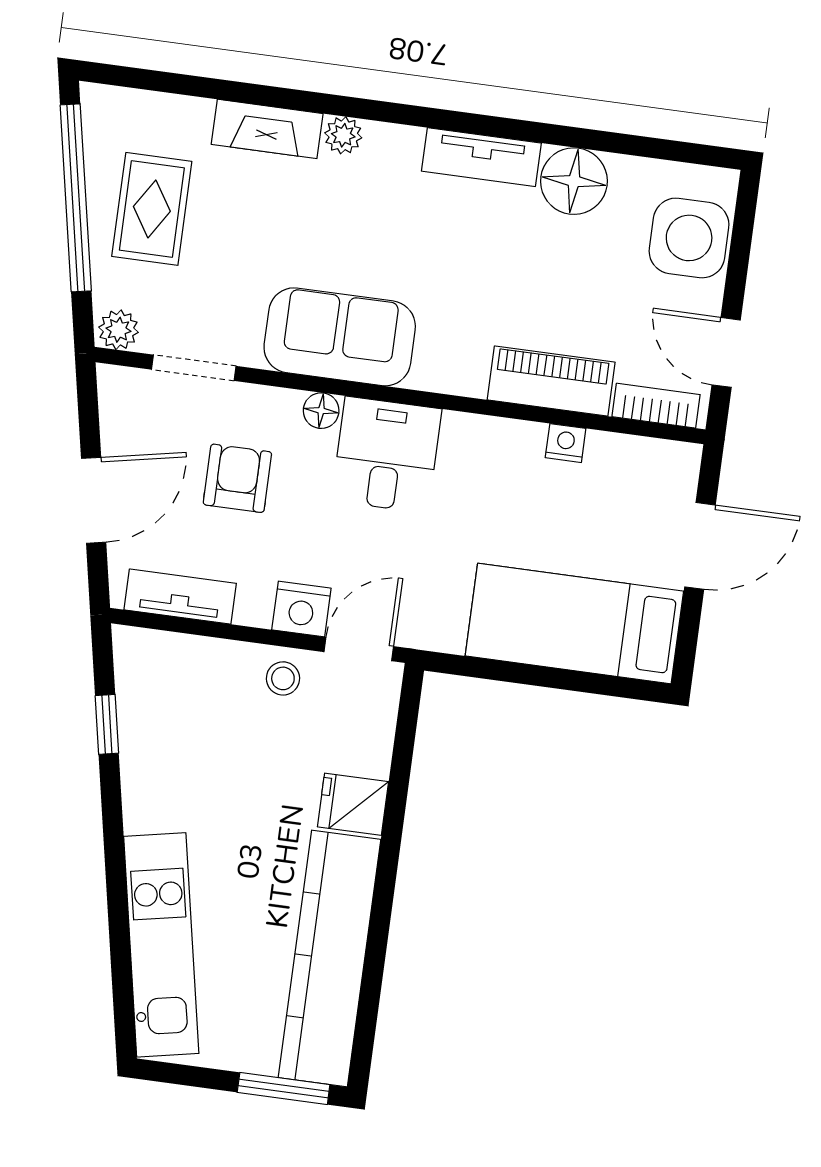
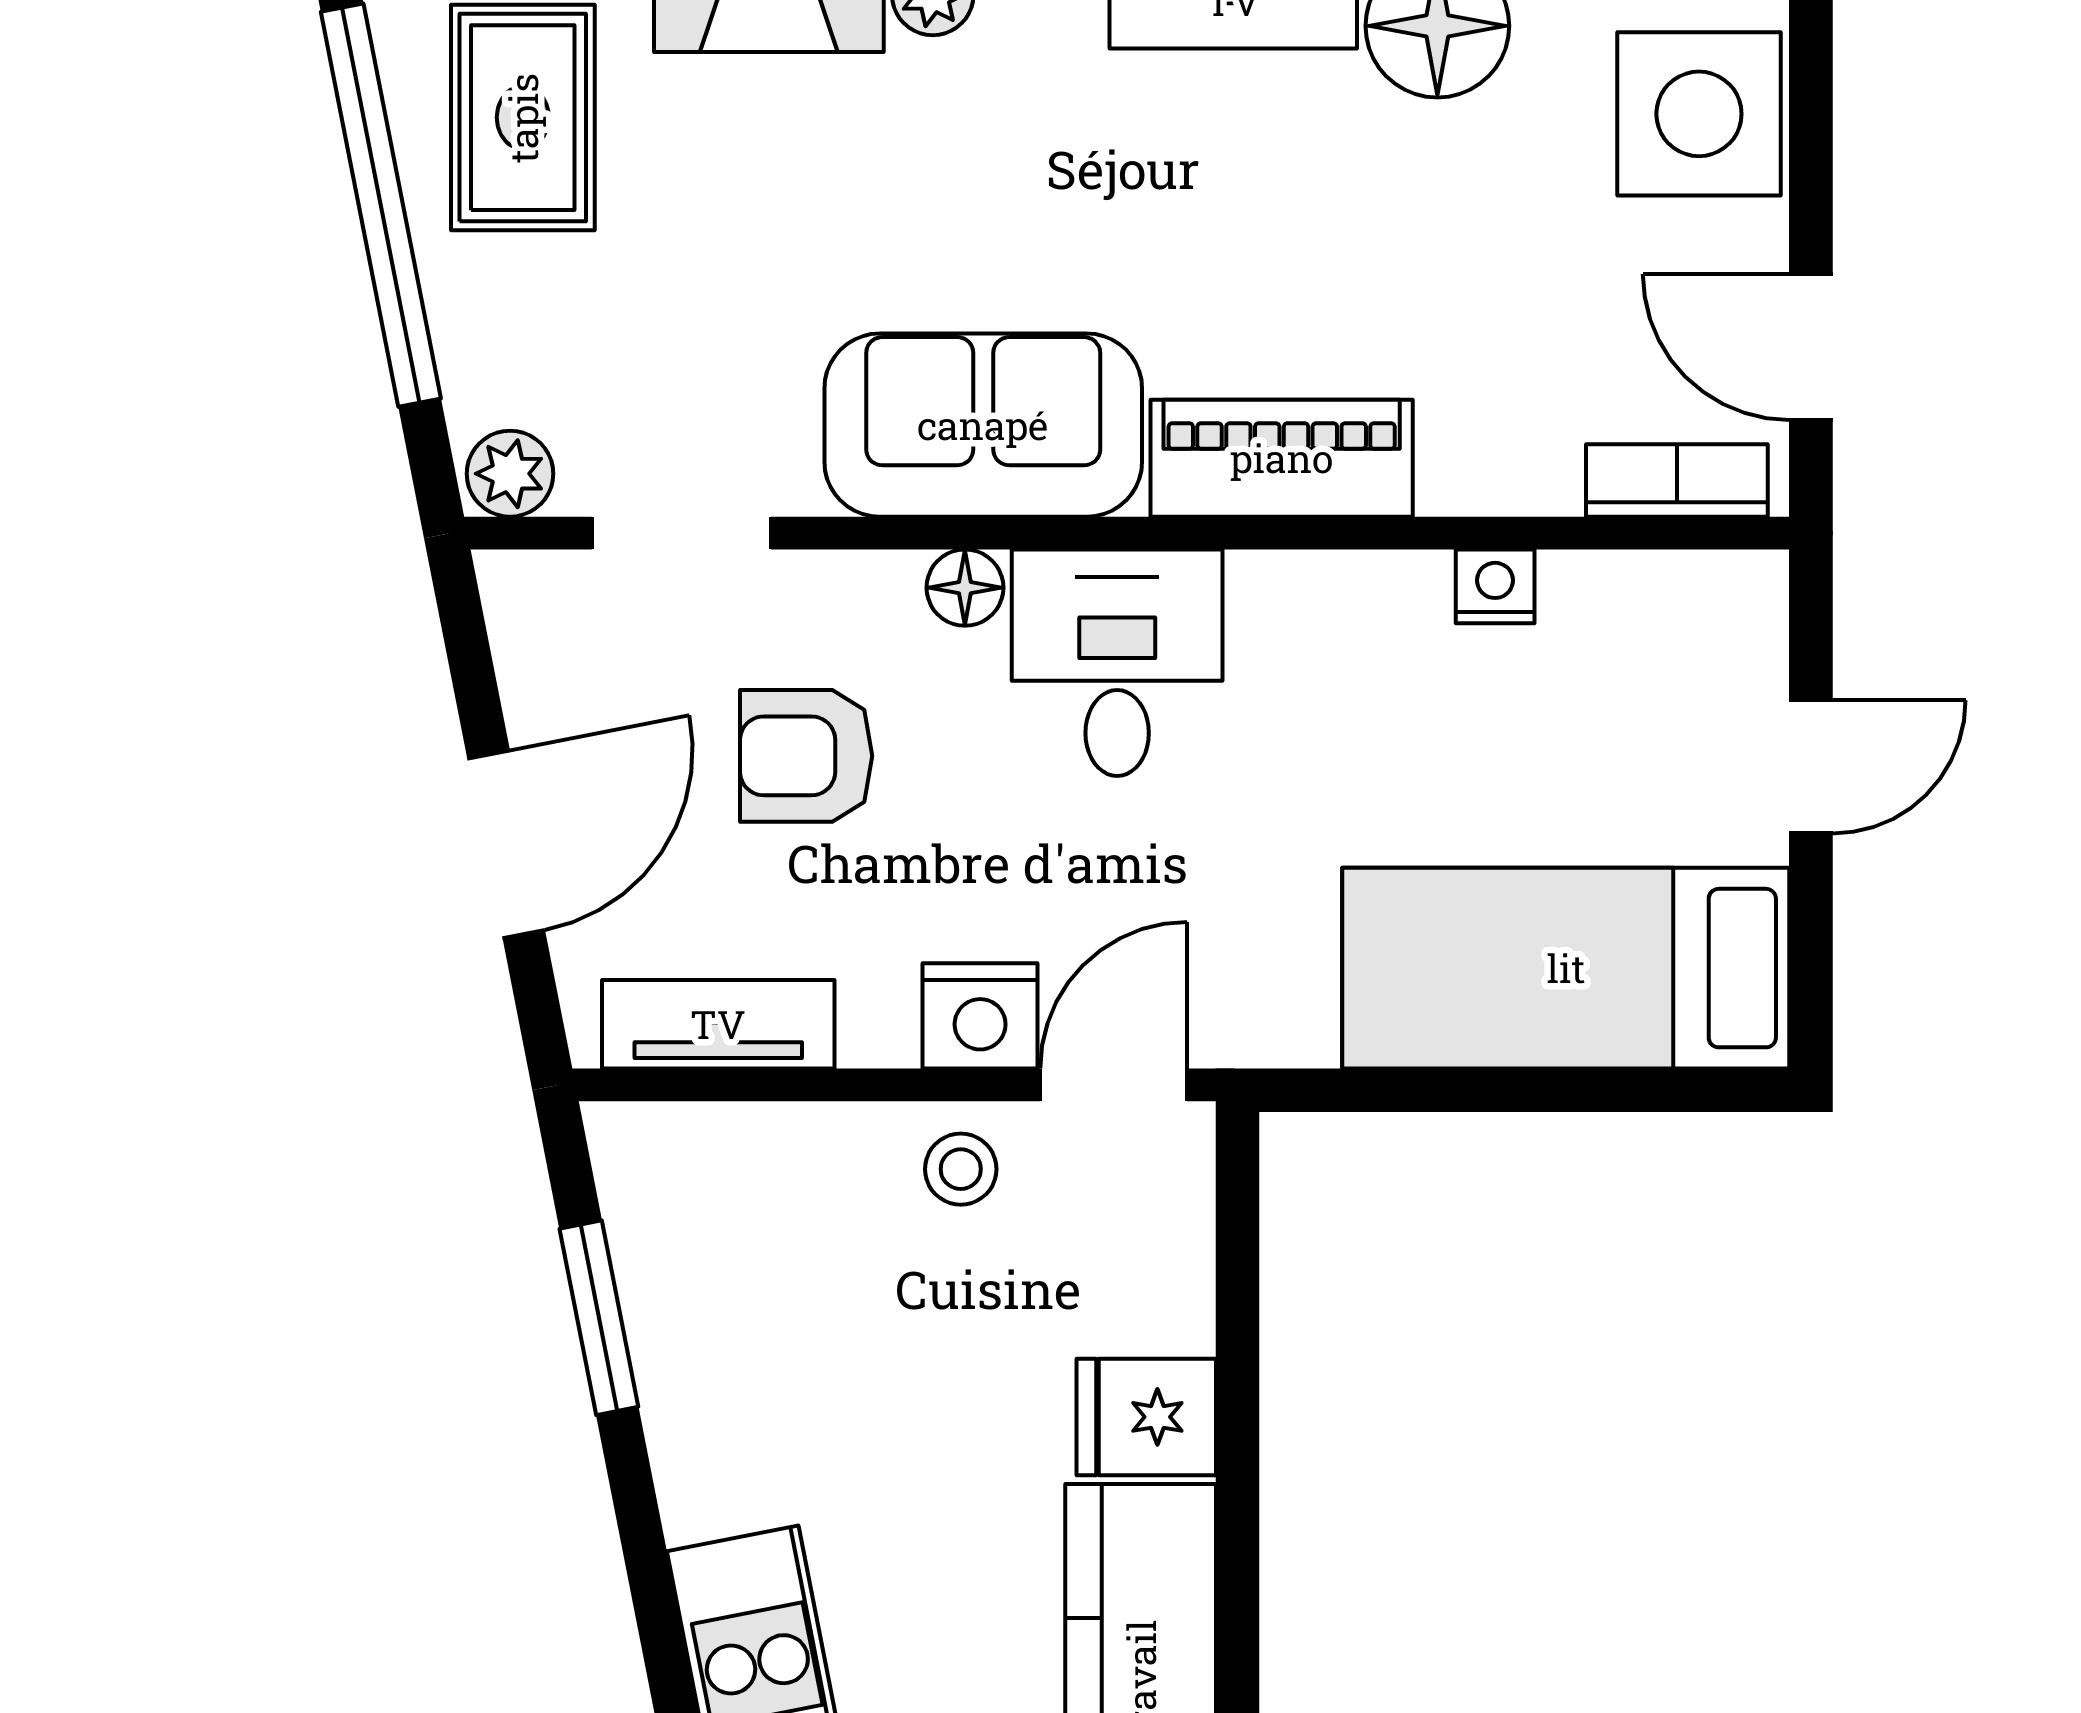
rug: (152, 209) -> (523, 118), moved
piano: (551, 381) -> (1282, 458), moved
armchair: (237, 478) -> (806, 756), turned -90
door: (700, 546) -> (1811, 767), width x0.73
window: (107, 724) -> (599, 1318), width x1.50

